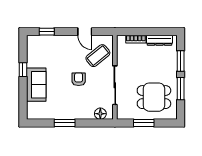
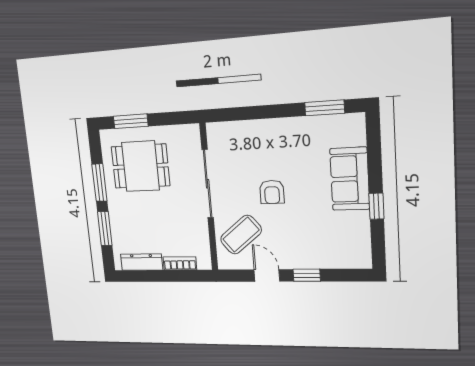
window: (47, 32) -> (307, 275), moved
floor lamp: (100, 114) -> (229, 132), removed
window: (65, 123) -> (325, 108), moved
window: (144, 123) -> (131, 121), moved

